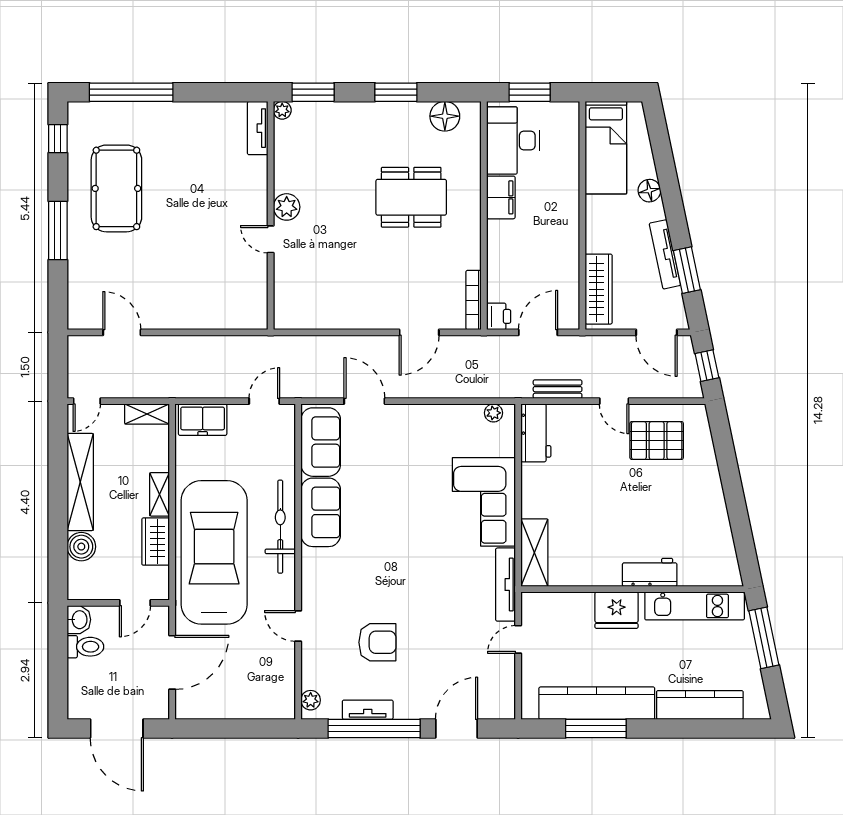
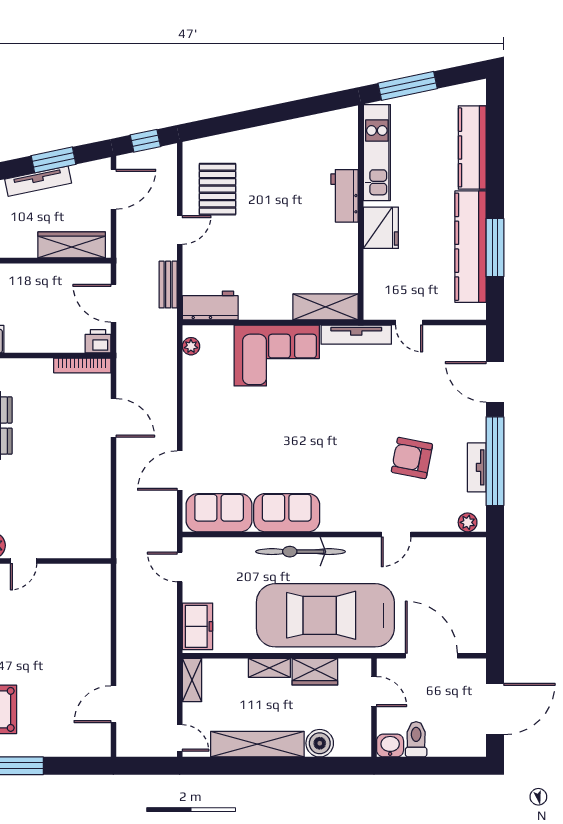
armchair: (377, 642) -> (412, 458), turned -79

